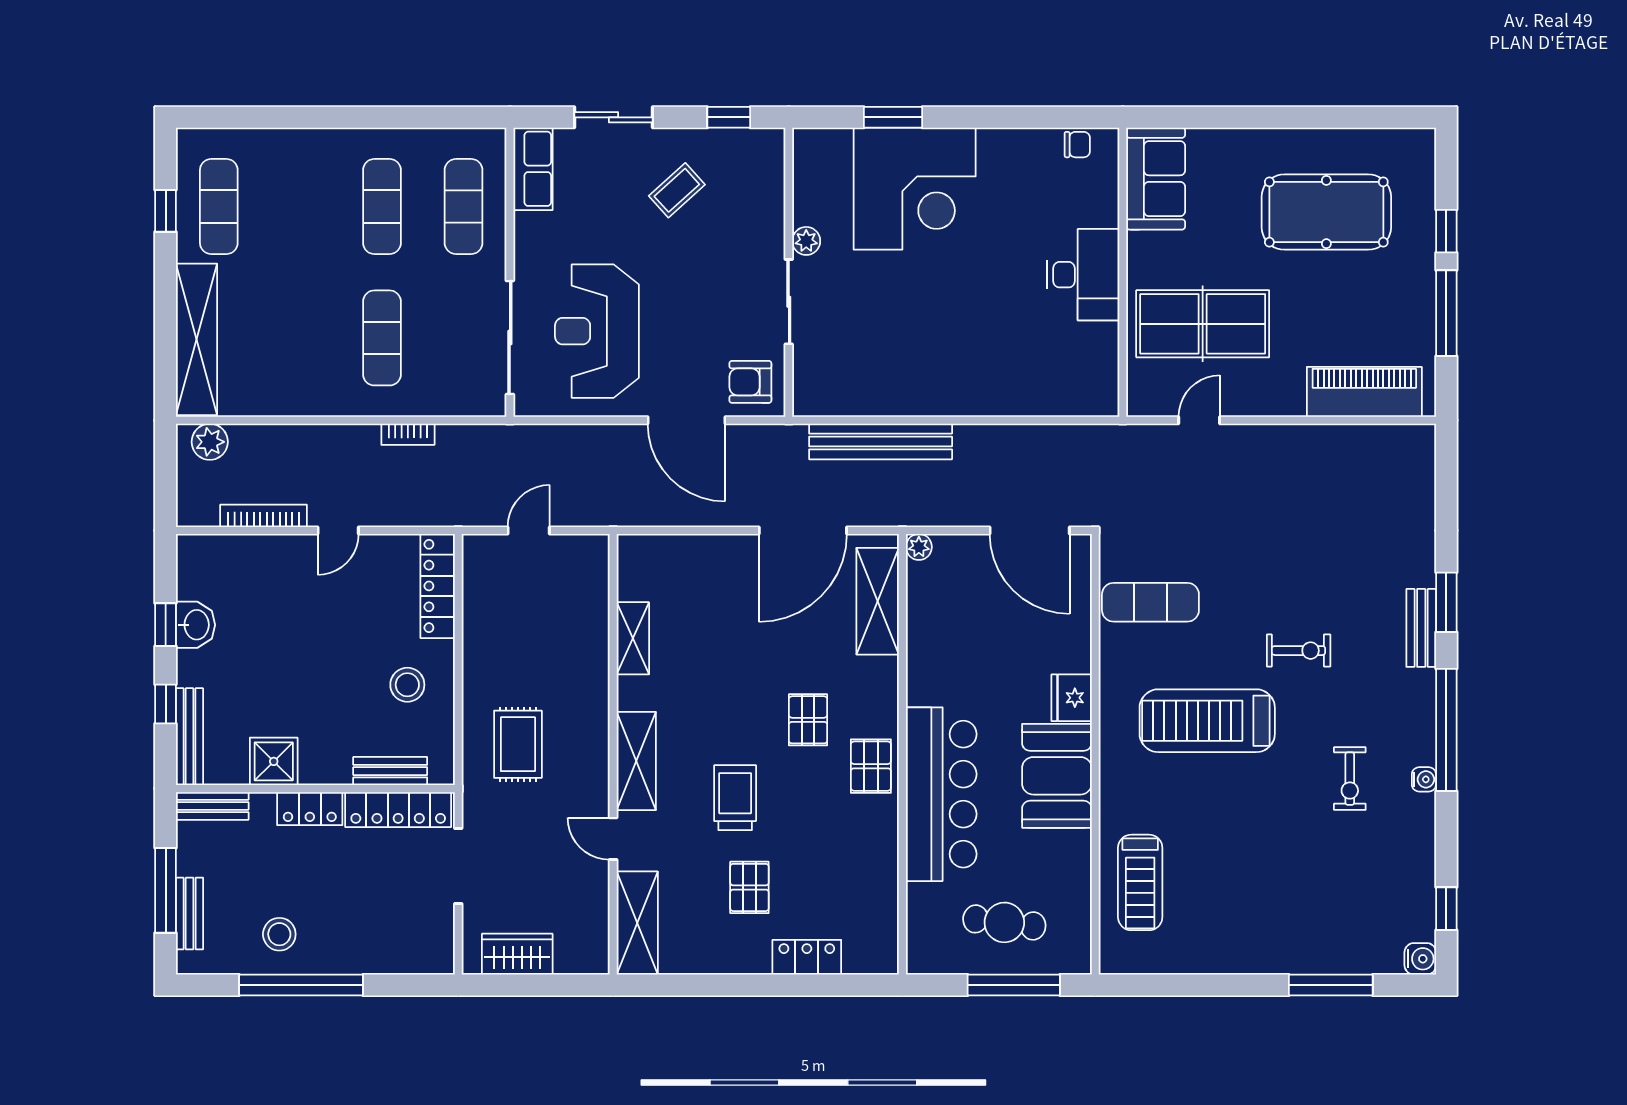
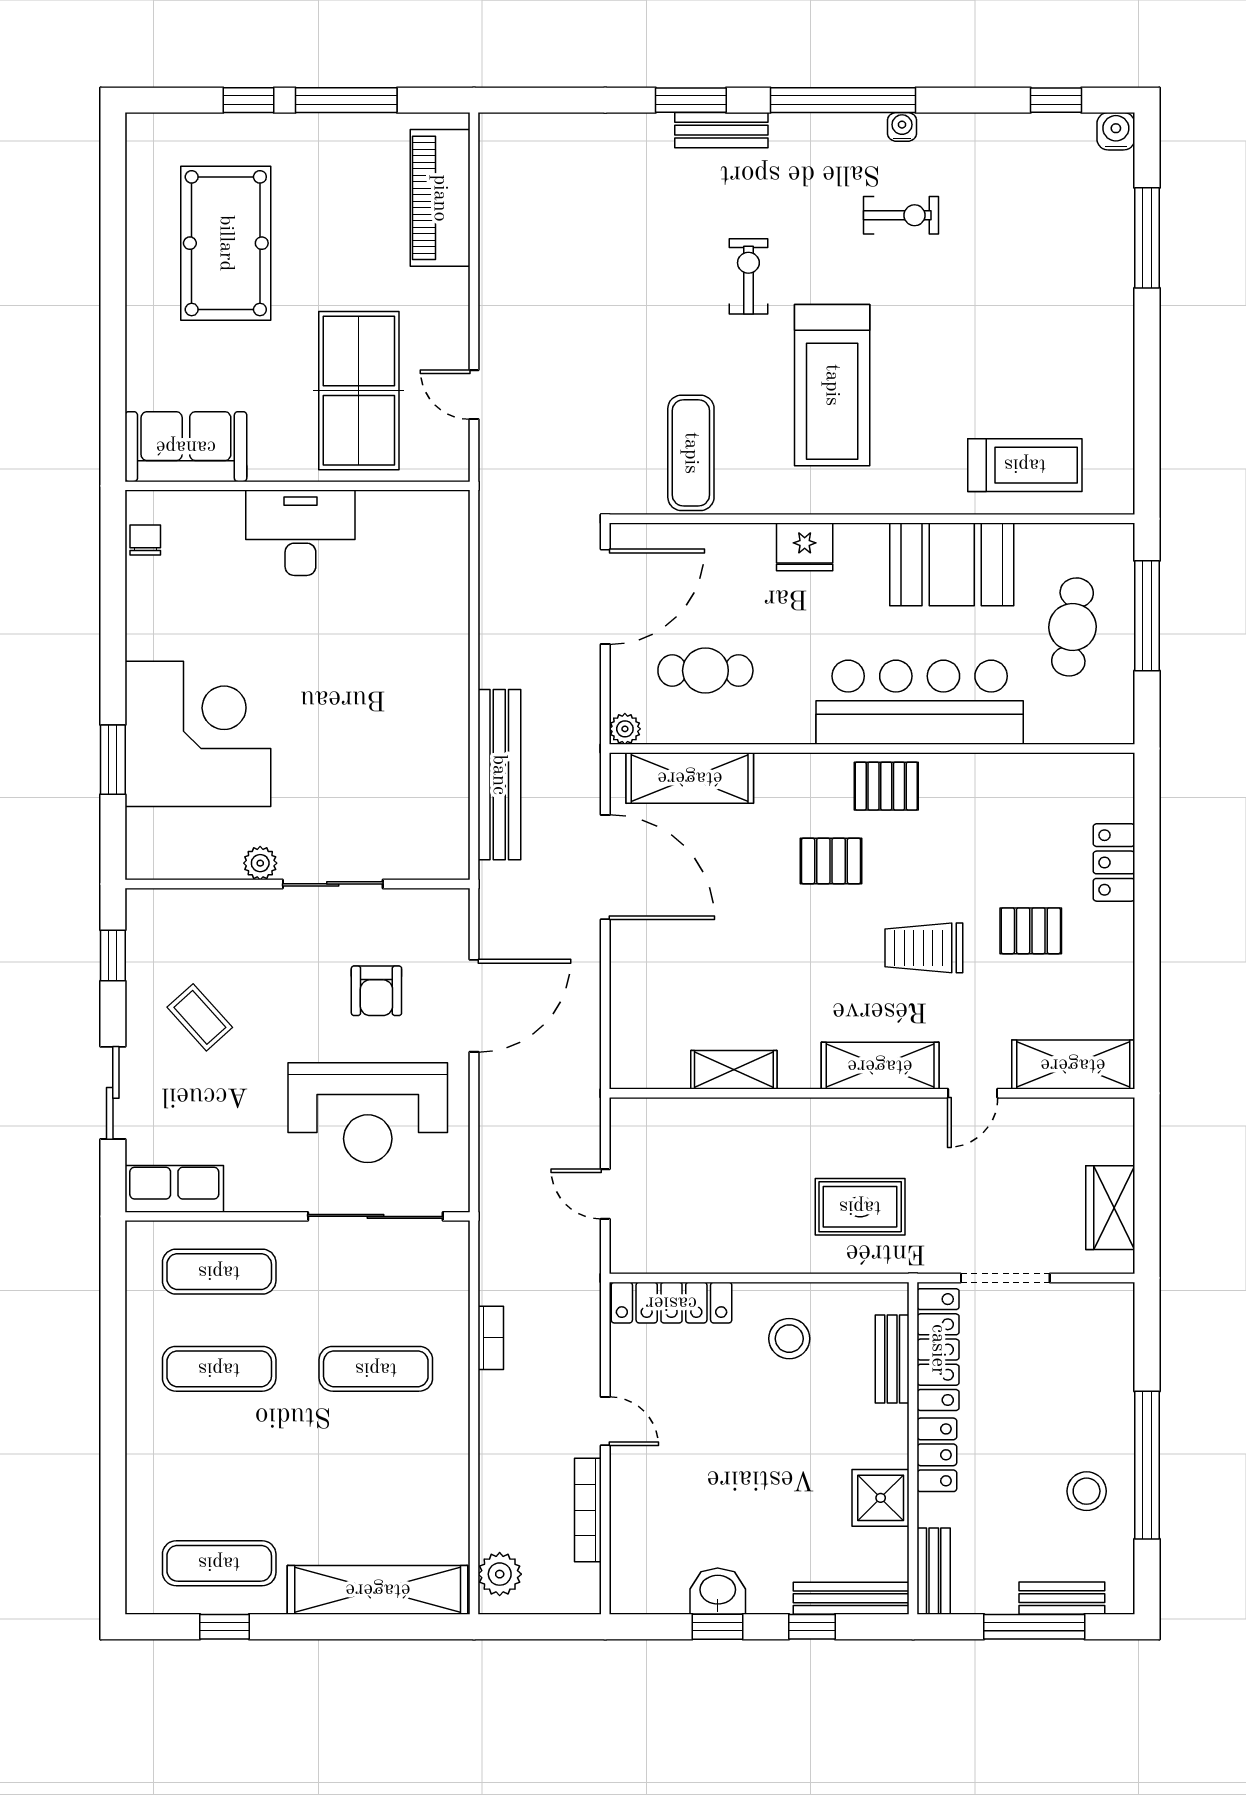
armchair: (750, 382) -> (376, 991), moved
cafe table: (968, 614) -> (705, 671), added
booth: (1057, 776) -> (952, 564), moved

